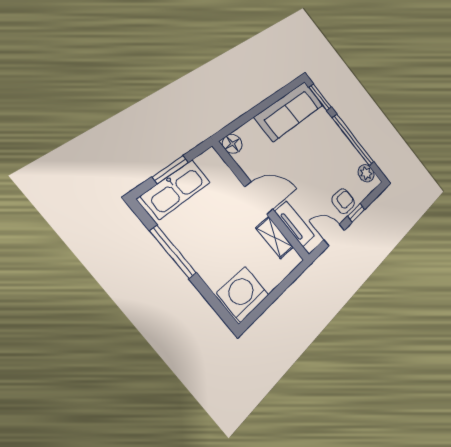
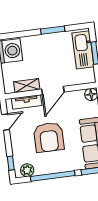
armchair: (343, 201) -> (49, 137), moved, width x1.88, depth x1.88
window: (356, 213) -> (11, 163), moved
window: (173, 252) -> (53, 30), width x0.69

